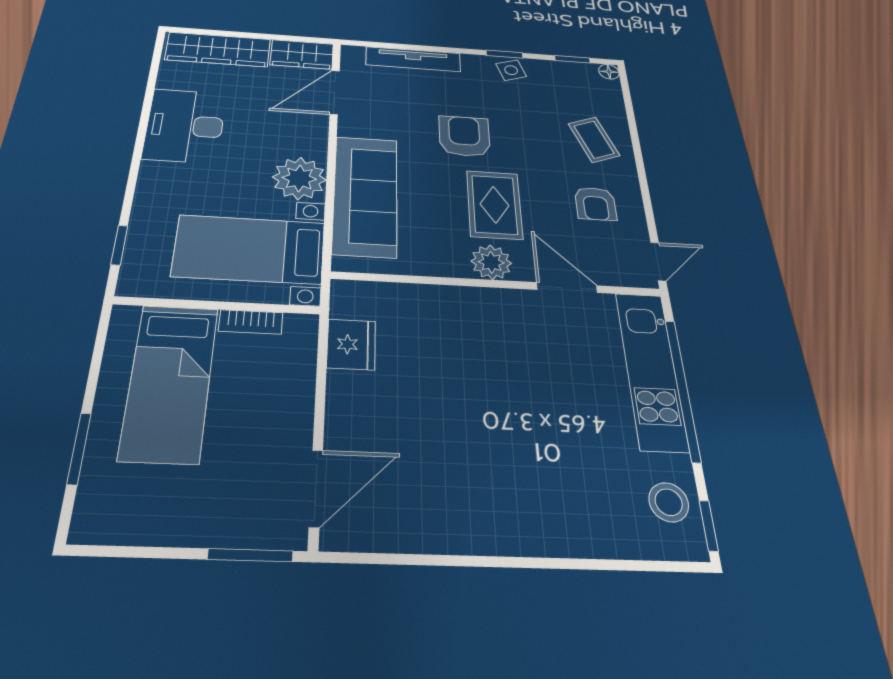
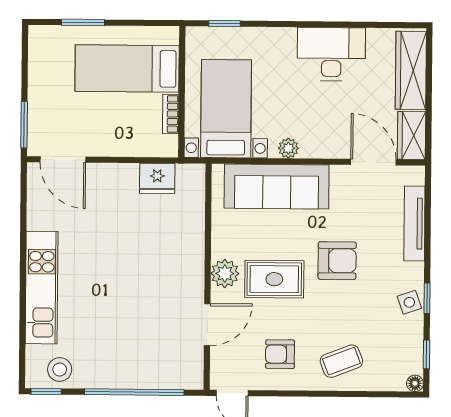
plant: (299, 178) -> (288, 148), width x0.53, depth x0.53
kitchen unit: (651, 369) -> (42, 288), moved, turned 90

